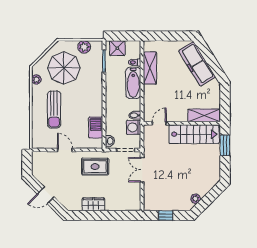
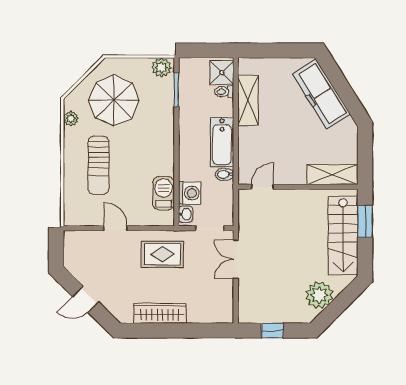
plant: (84, 47) -> (161, 67), moved
shower: (117, 48) -> (222, 73), moved
bathtub: (133, 83) -> (222, 142), moved
washing machine: (134, 127) -> (190, 193), moved, turned 180
stairs: (194, 134) -> (343, 236), moved, turned 90
plant: (196, 199) -> (319, 295), width x1.88, depth x1.88
wardrobe: (93, 204) -> (160, 313), width x1.50

